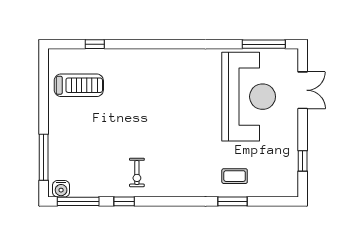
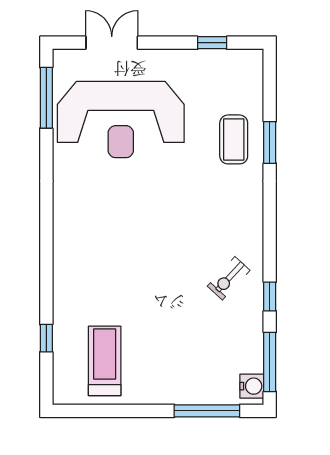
reception desk: (249, 97) -> (121, 120), turned 180
exercise bike: (137, 172) -> (229, 278), turned 133
coffee table: (235, 176) -> (234, 139), width x1.36, depth x1.30

